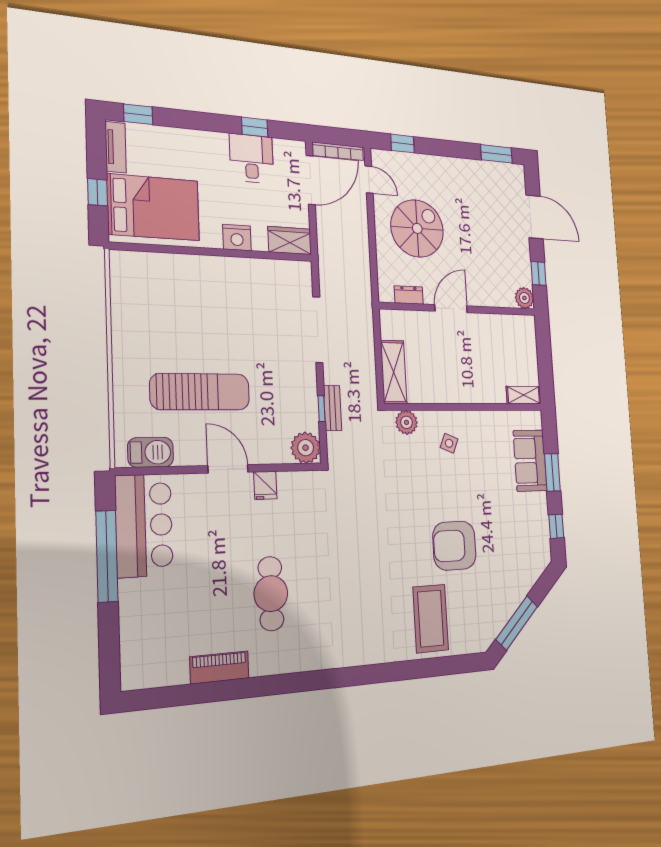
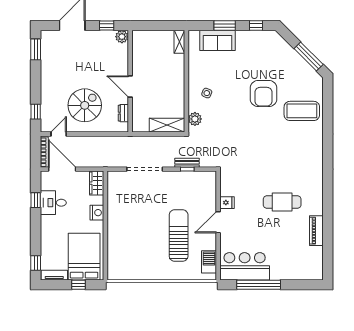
spiral stairs: (417, 228) -> (85, 105), turned 90
plant: (306, 448) -> (208, 179), removed

